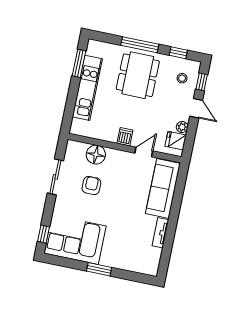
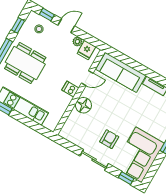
door: (144, 152) -> (87, 78), swing flipped
floor lamp: (96, 155) -> (83, 105), moved
sliding door: (55, 177) -> (94, 160), moved
armchair: (91, 186) -> (109, 139), moved, turned 90

